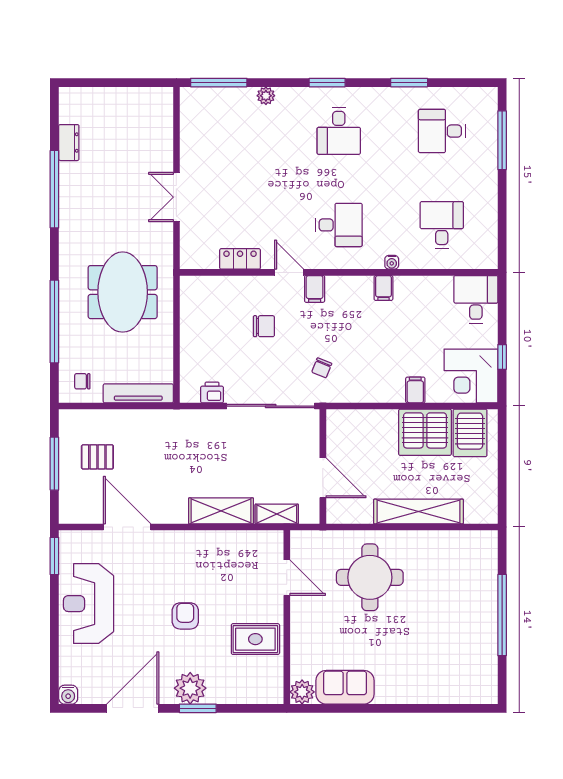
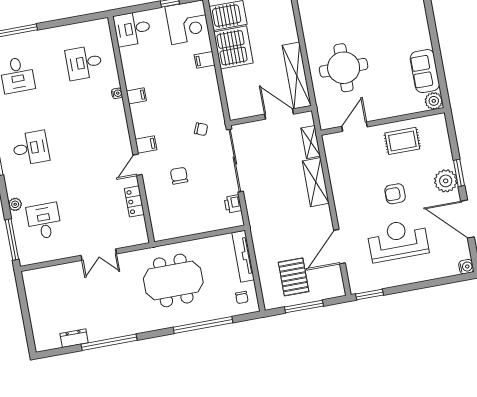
desk: (339, 225) -> (44, 221), moved
pallet: (97, 457) -> (294, 277), width x1.50, depth x1.42
door: (323, 478) -> (279, 114), hinge flipped
shelving: (418, 511) -> (297, 75), moved
reception desk: (89, 604) -> (398, 240), moved, turned 180
rug: (255, 639) -> (402, 141), turned 90

